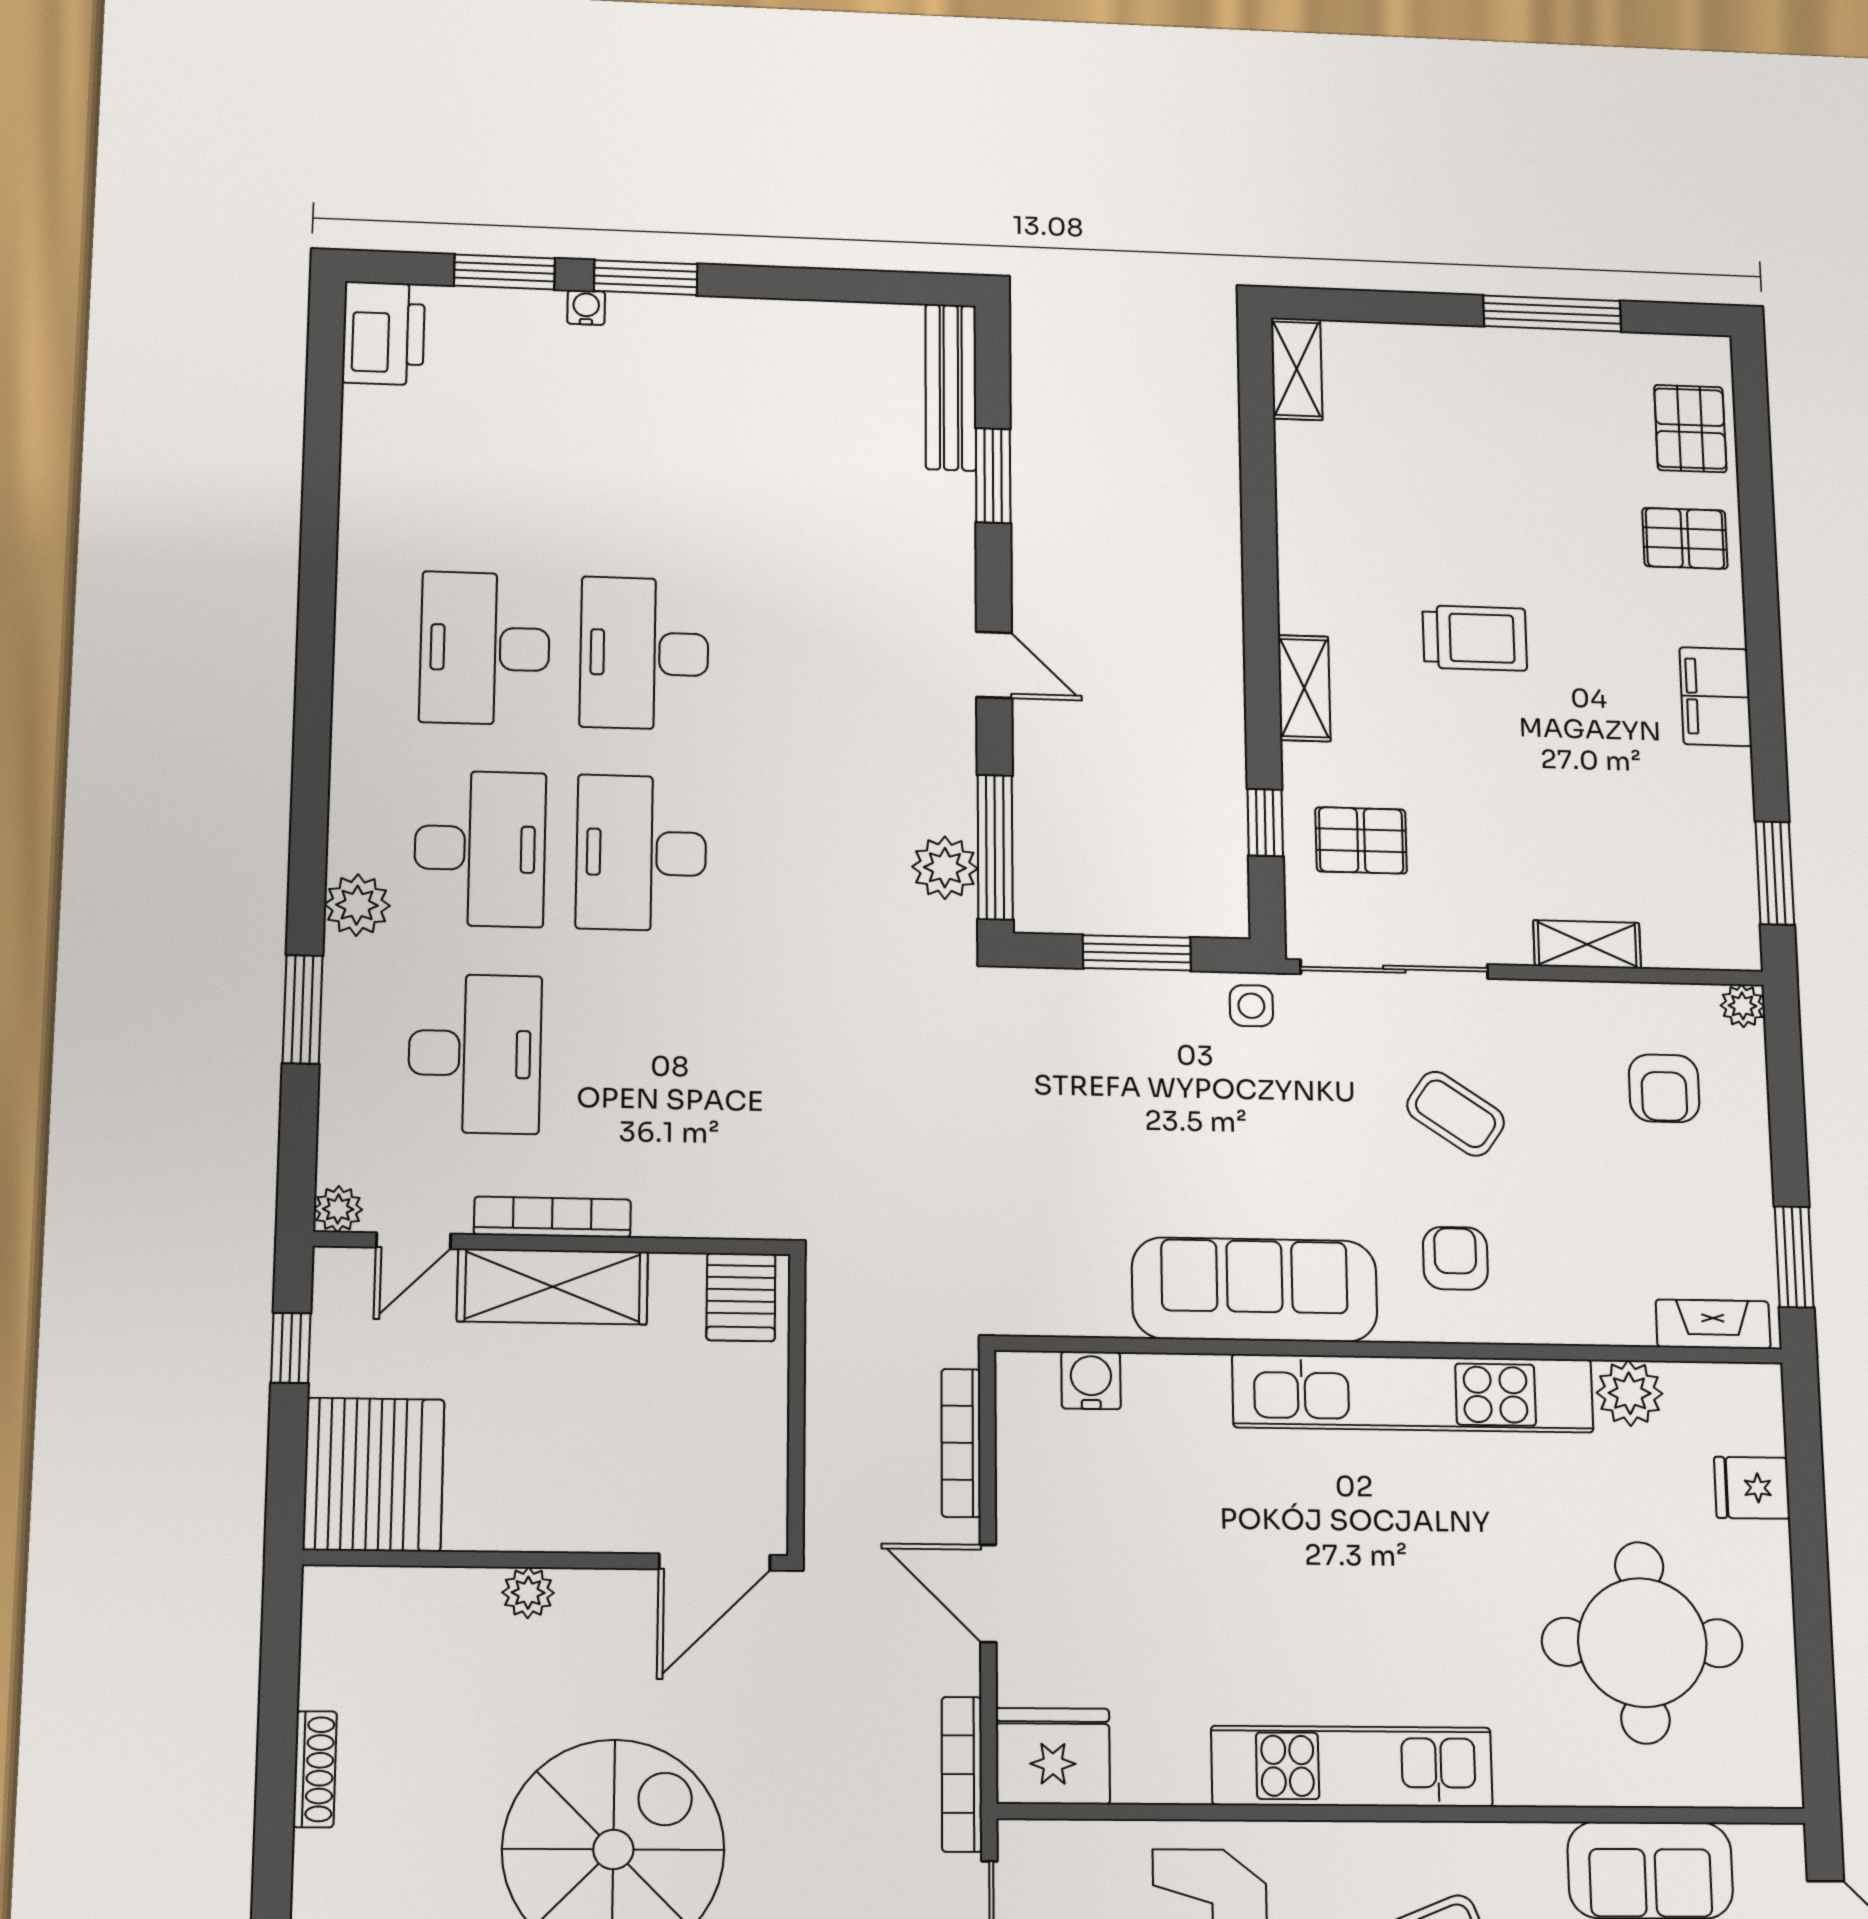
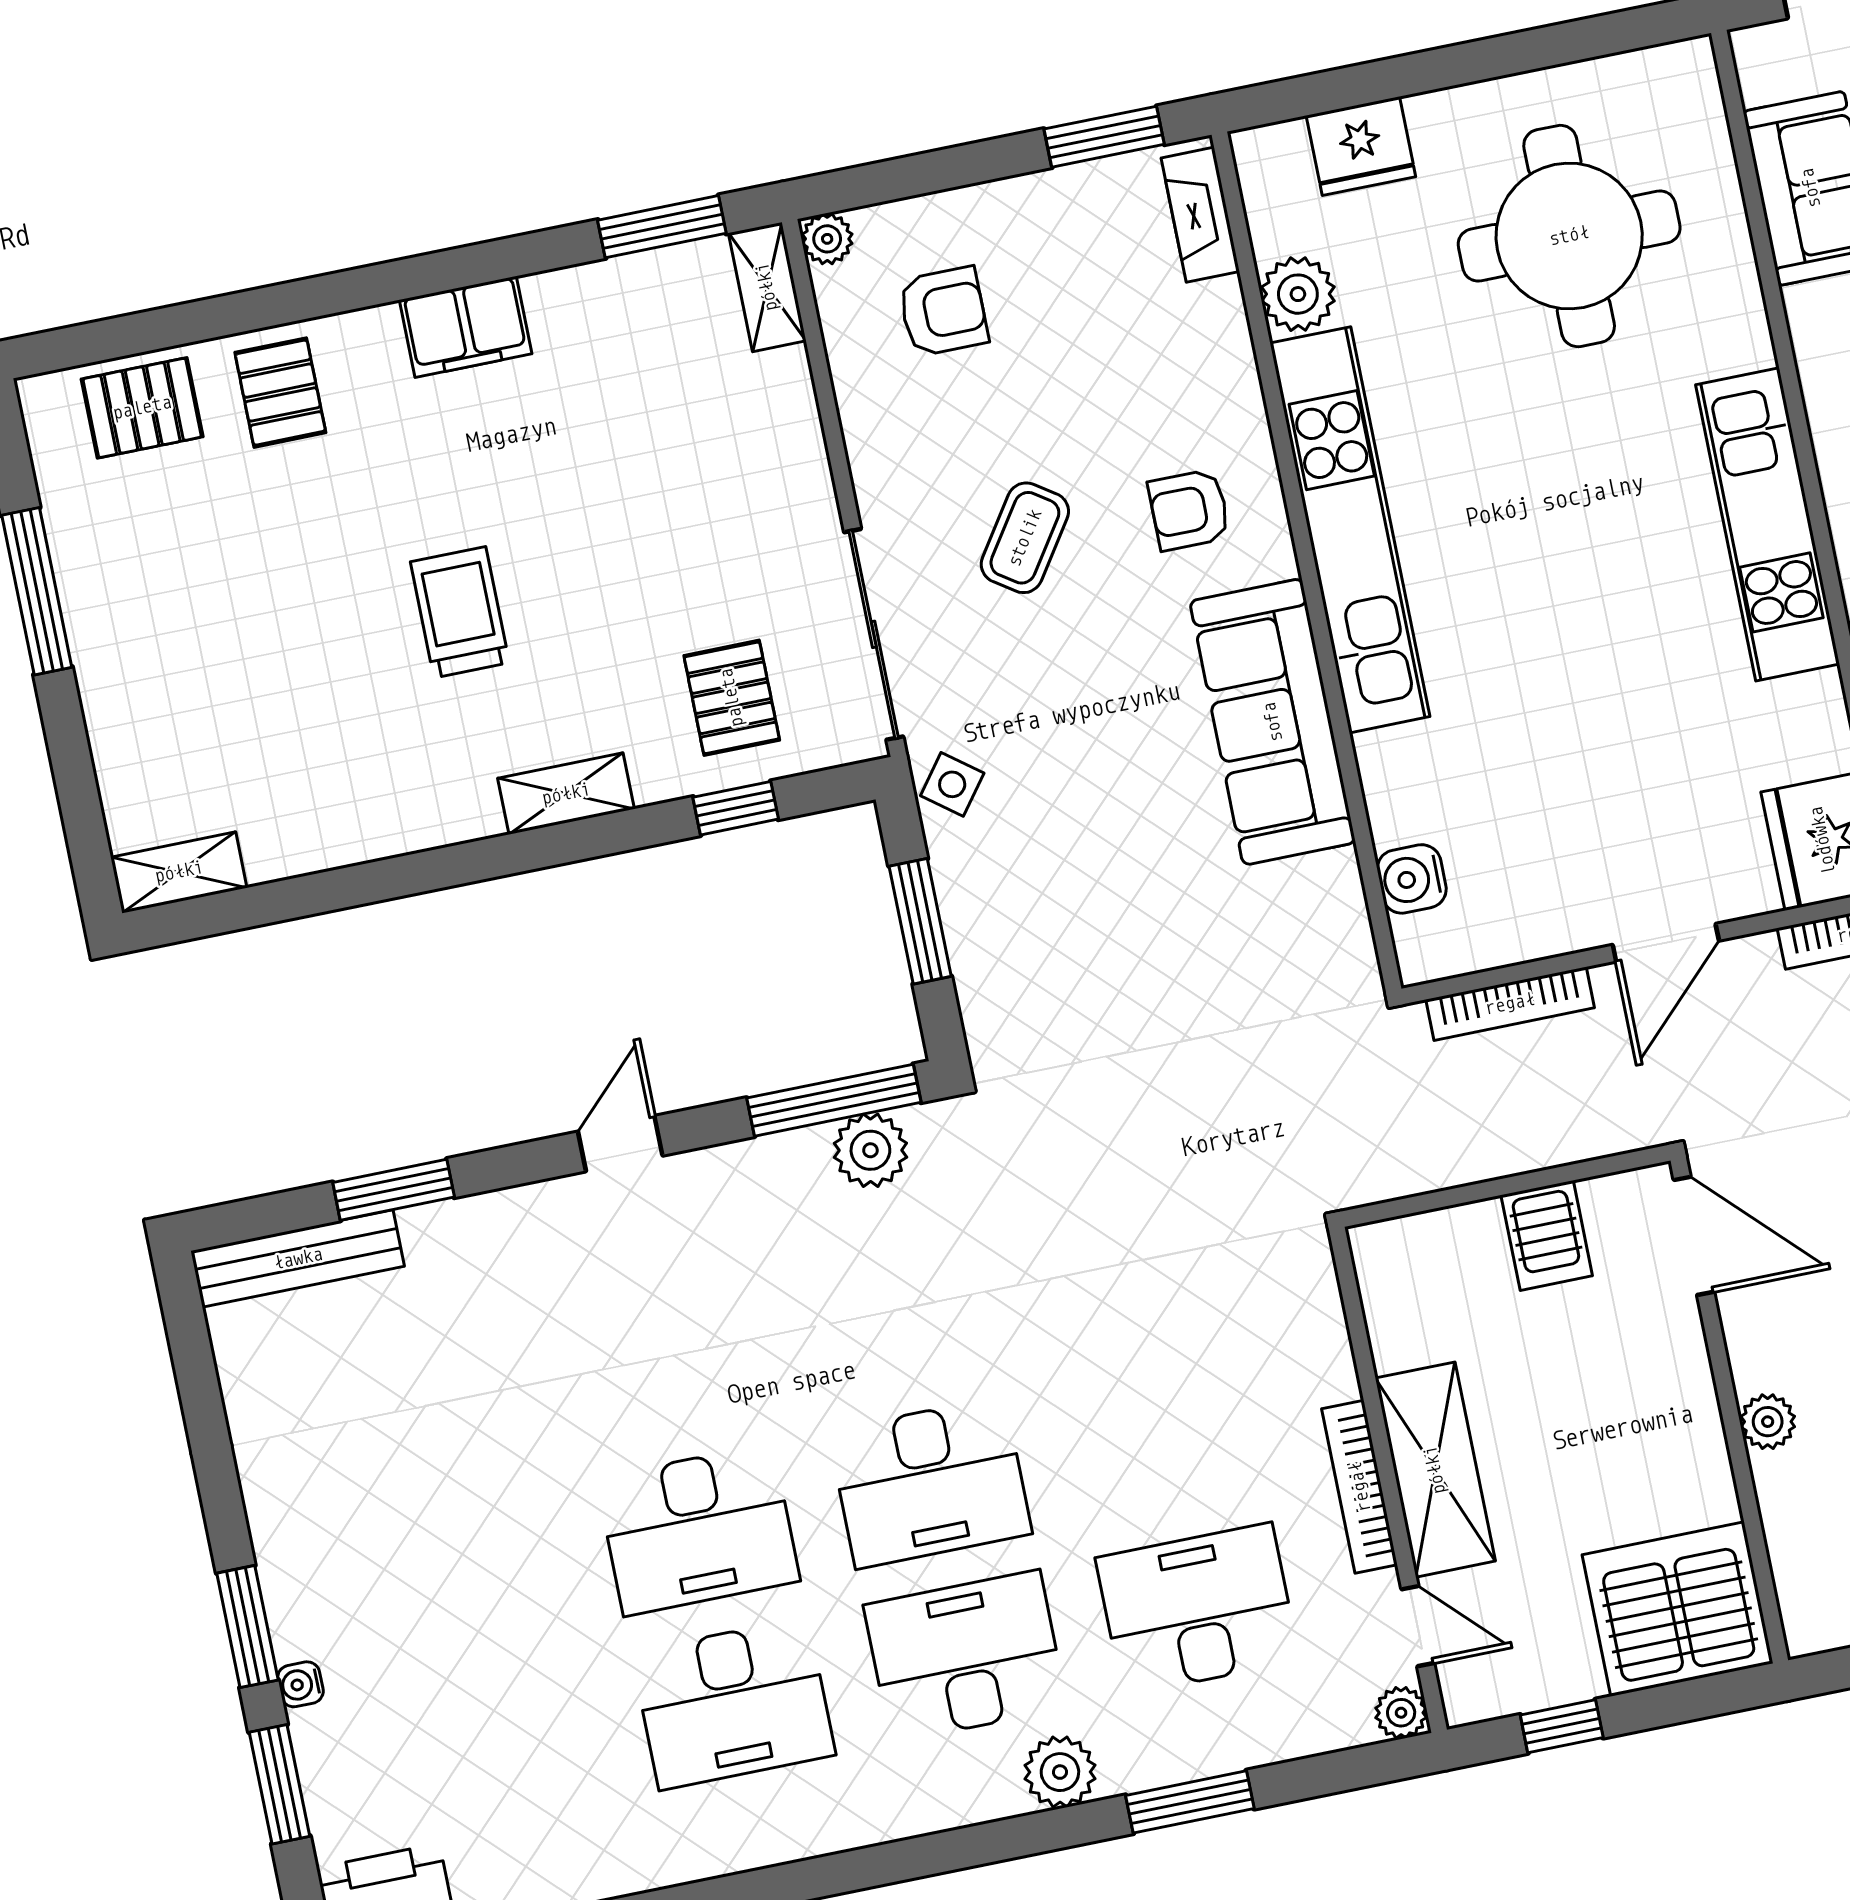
shelving: (1587, 944) -> (767, 287), moved
side table: (1251, 1006) -> (952, 784), turned 37
server rack: (741, 1297) -> (1547, 1235), moved, turned 90
fridge: (1752, 1488) -> (1361, 146), width x1.38

